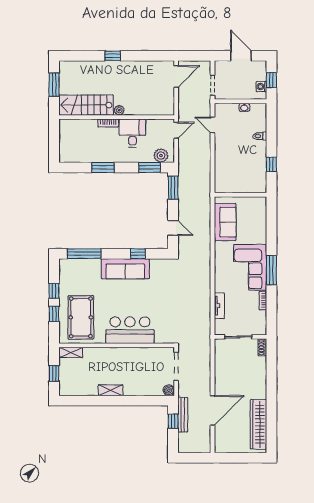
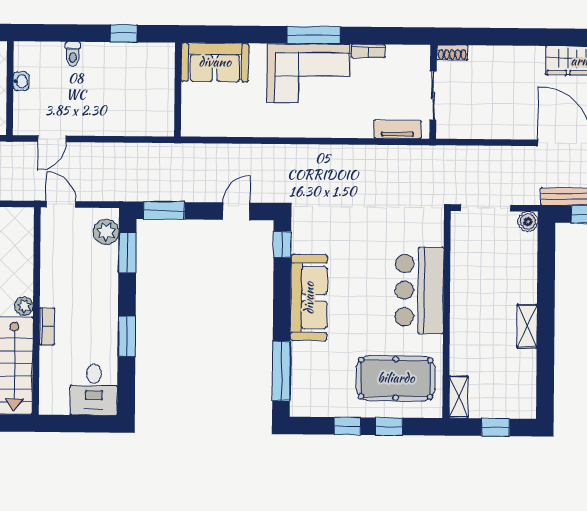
desk: (132, 133) -> (94, 390), moved, turned -90
sofa: (225, 222) -> (215, 62), moved, turned 180
window: (138, 254) -> (282, 245), moved
tv unit: (219, 306) -> (398, 129), moved

